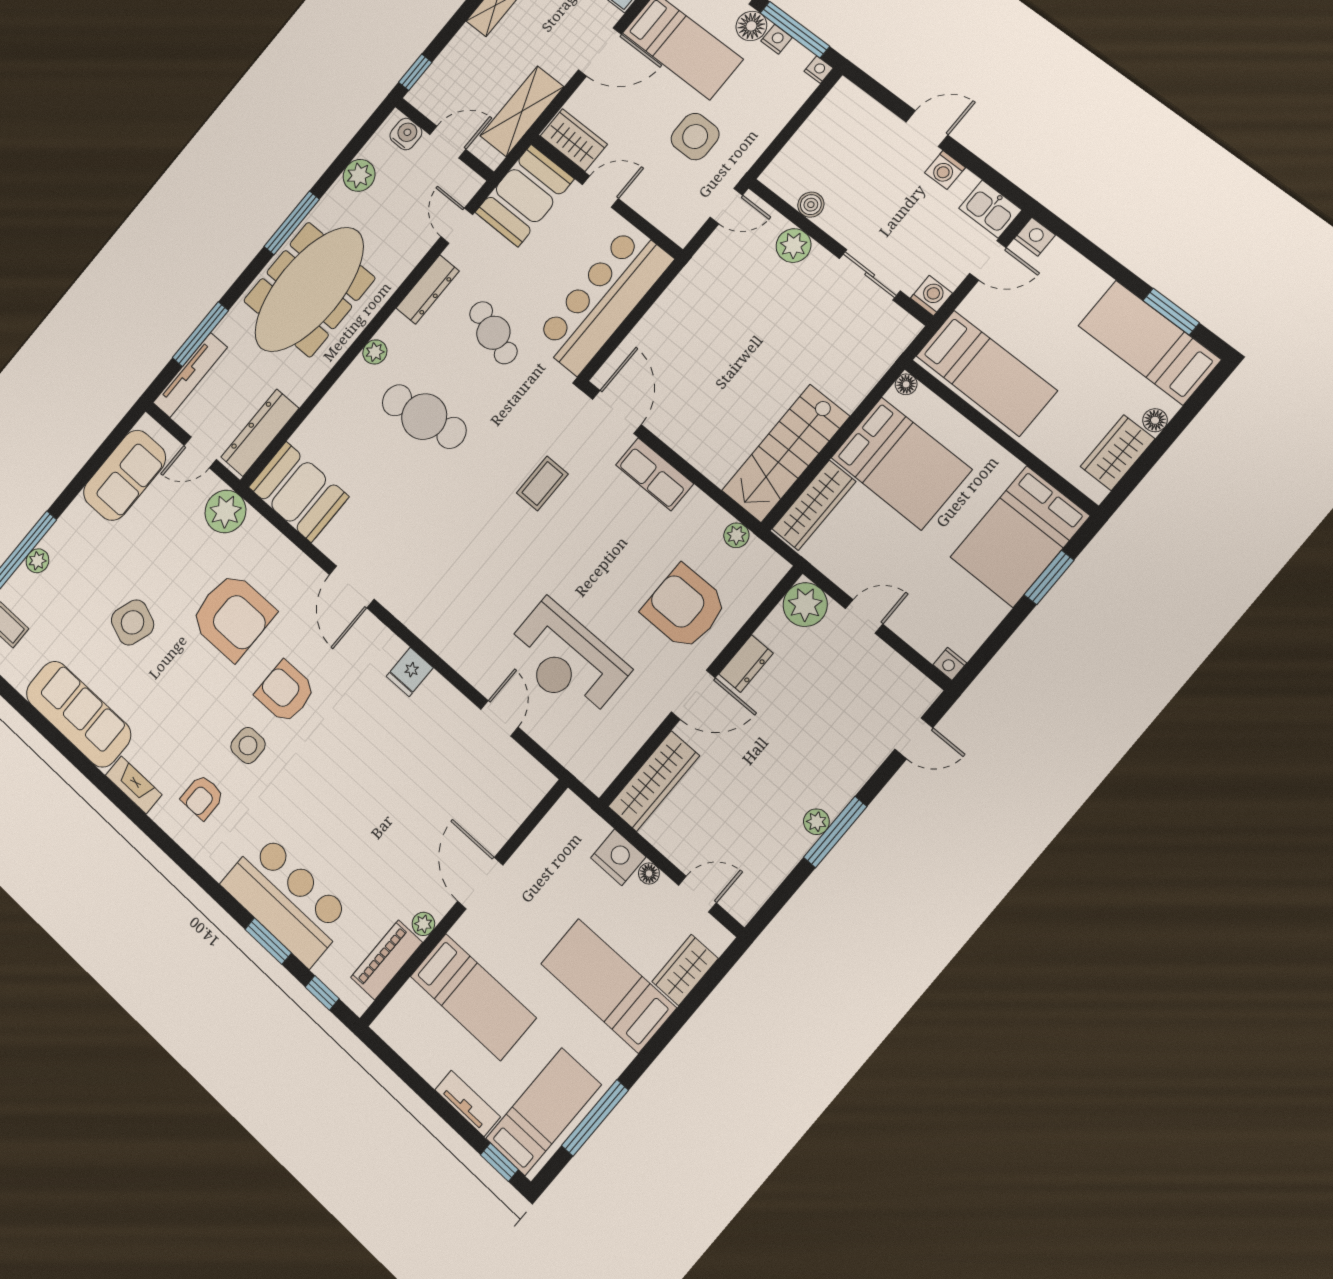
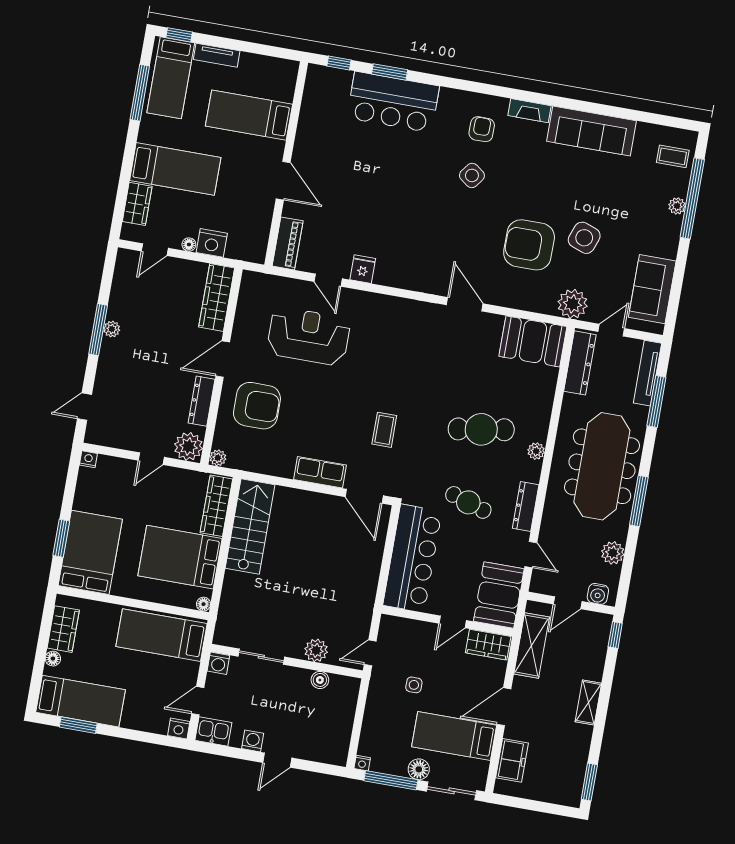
nightstand: (777, 39) -> (399, 769), removed
side table: (695, 137) -> (414, 685), width x0.54, depth x0.54
plant: (736, 535) -> (218, 458), moved
side table: (133, 622) -> (584, 238), moved
dresser: (746, 664) -> (202, 401), width x1.44
fridge: (410, 672) -> (363, 269), moved
armchair: (285, 692) -> (468, 220), removed
side table: (248, 745) -> (472, 175), turned 37
plant: (423, 924) -> (303, 138), removed
piano: (387, 960) -> (288, 243), moved

